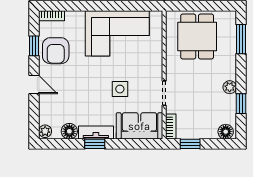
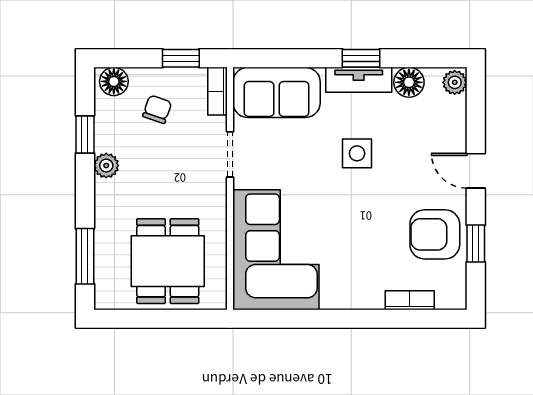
bookcase: (52, 16) -> (410, 300), moved
corner sofa: (117, 33) -> (276, 250), moved, turned 90
armchair: (56, 51) -> (435, 234), turned -90
side table: (120, 89) -> (357, 153), moved
chair: (203, 117) -> (157, 109), added

